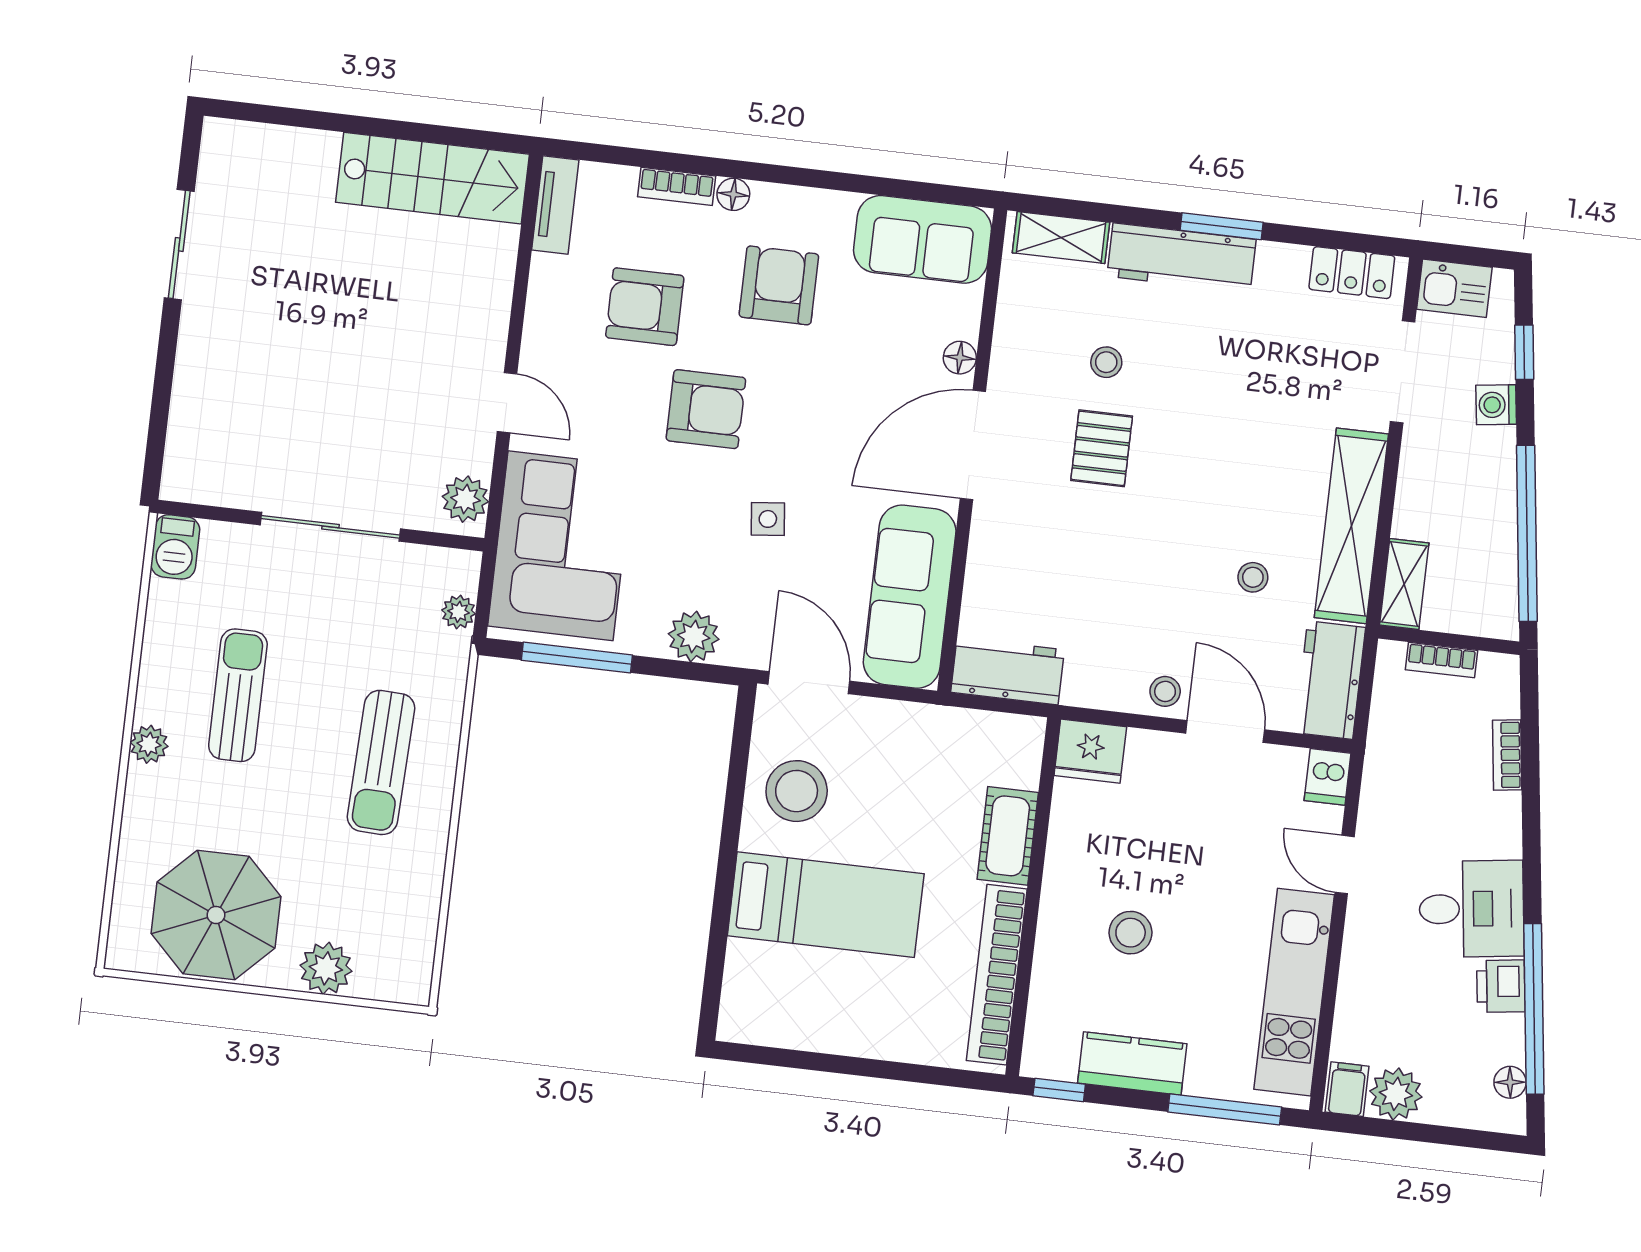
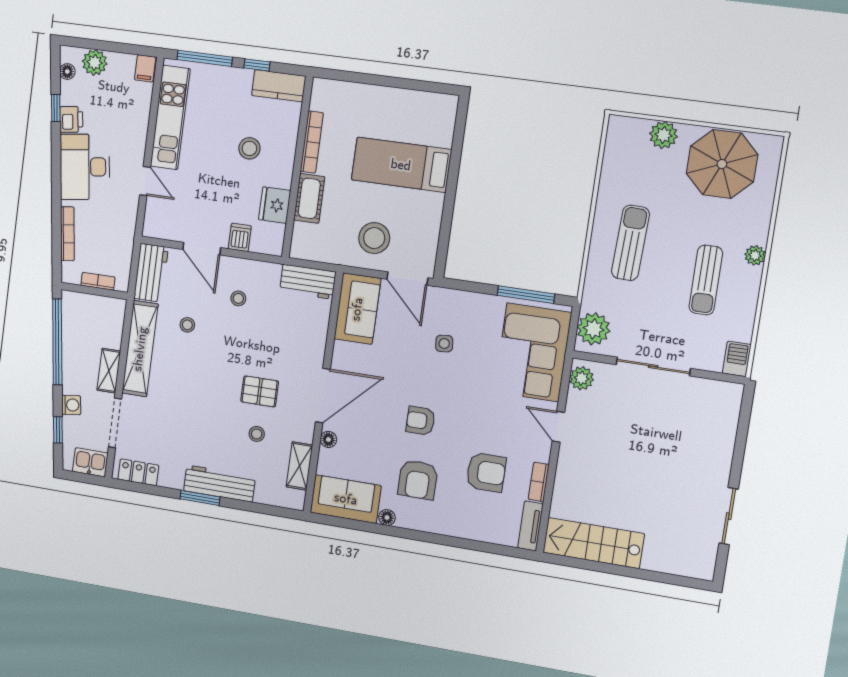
bookcase: (677, 186) -> (539, 482), moved, turned -90
floor lamp: (733, 194) -> (387, 517), moved
shelving: (1061, 238) -> (299, 466), moved, turned 90
armchair: (706, 409) -> (420, 421), moved, width x0.72, depth x0.72
pallet: (1102, 448) -> (260, 391), turned 90
side table: (768, 519) -> (444, 344), moved
shelving: (1404, 584) -> (109, 371), moved
sofa: (910, 597) -> (357, 309), width x0.73
plant: (459, 612) -> (594, 329), width x1.88, depth x1.88
plant: (694, 636) -> (465, 304), removed
stool: (1165, 691) -> (238, 298), moved
fridge: (1090, 751) -> (275, 205), moved, turned -90
bookcase: (1507, 755) -> (67, 234), width x1.56
dishwasher: (1328, 777) -> (240, 237), moved
stool: (797, 791) -> (374, 238), moved
desk: (1472, 909) -> (85, 167), width x1.37
bookcase: (997, 975) -> (312, 142), width x0.68, depth x0.76
window: (1534, 1009) -> (56, 108), width x0.32
kitchen counter: (1132, 1063) -> (279, 86), moved
window: (1059, 1090) -> (257, 65), moved
plant: (1396, 1094) -> (95, 62), moved

